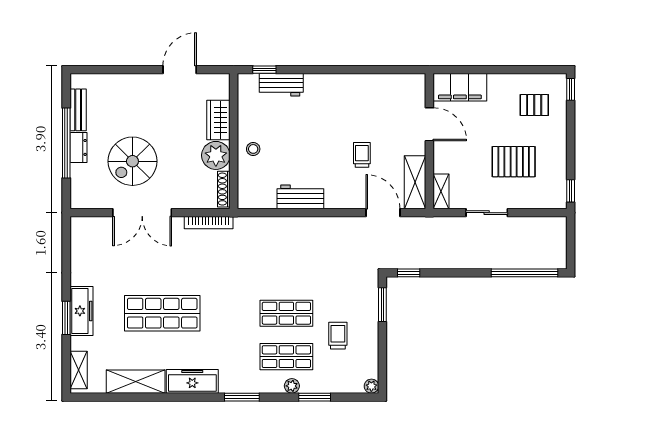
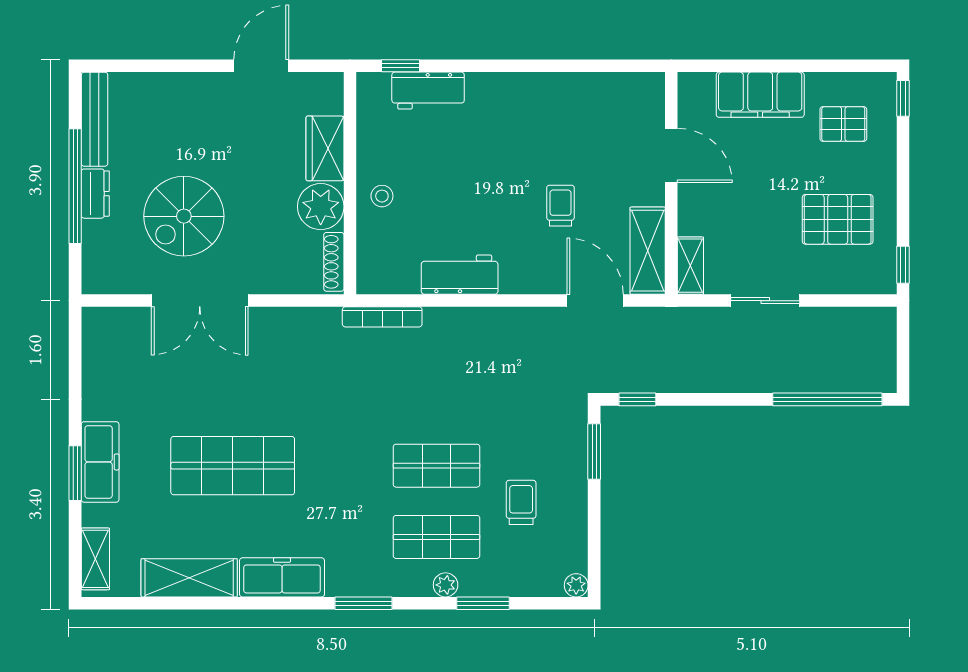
filing cabinet: (460, 87) -> (760, 95), moved
bench: (78, 110) -> (95, 119), width x1.36
pallet: (514, 162) -> (838, 219), moved
bookcase: (209, 223) -> (382, 317), moved

